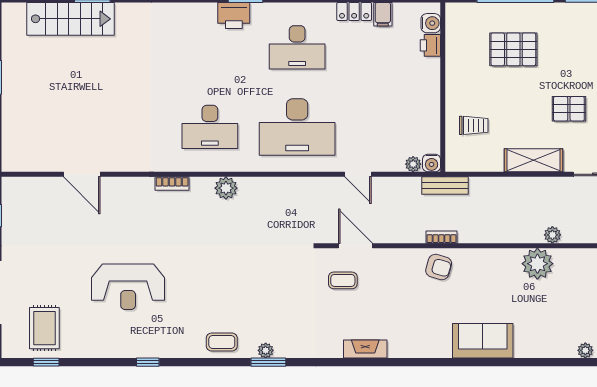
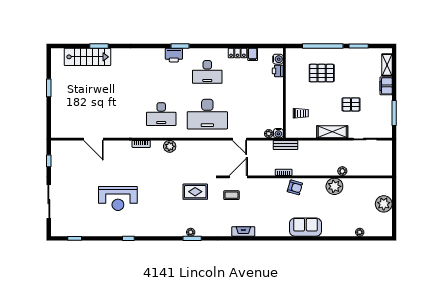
door: (356, 246) -> (238, 177), hinge flipped
armchair: (439, 267) -> (295, 187), moved
rug: (44, 328) -> (195, 192), moved, turned 90
coffee table: (222, 342) -> (167, 228), removed

